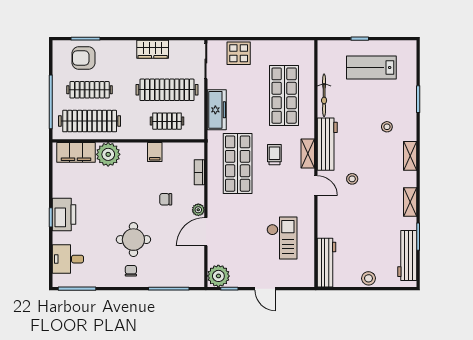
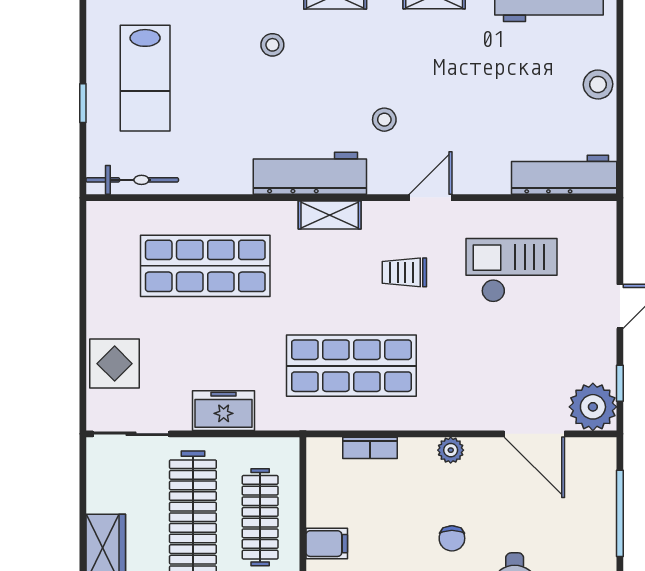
bicycle: (324, 95) -> (132, 180), moved
freezer: (217, 110) -> (224, 411), width x0.71
clothes rail: (167, 121) -> (260, 517), width x1.36
trolley: (274, 155) -> (404, 272), moved
door: (316, 186) -> (431, 198), moved
chair: (166, 199) -> (452, 538), moved
door: (206, 232) -> (534, 434), moved

